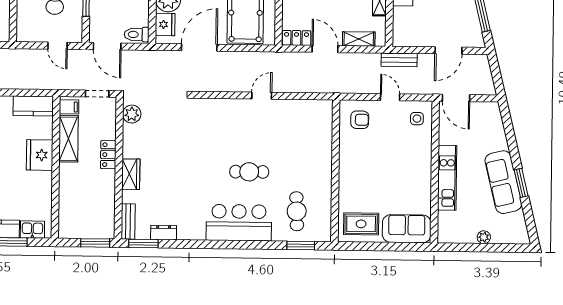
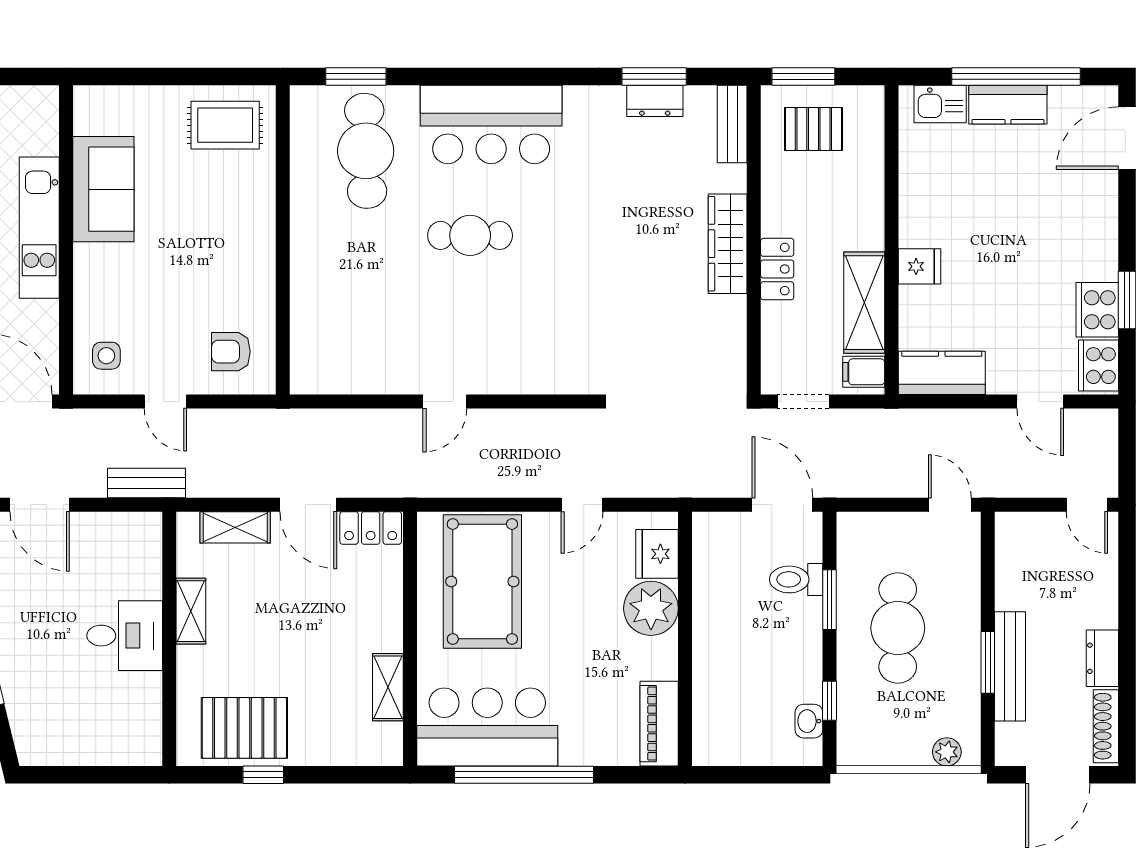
toilet: (137, 34) -> (796, 579), moved, turned 180
door: (57, 46) -> (950, 505), moved
door: (199, 47) -> (582, 505), width x0.53
door: (448, 50) -> (40, 505), swing flipped
plant: (132, 114) -> (727, 358), removed
fridge: (40, 155) -> (919, 266), width x0.53, depth x0.75
wardrobe: (131, 174) -> (728, 244), width x1.50
cafe table: (297, 211) -> (366, 151), width x1.37, depth x1.35
pallet: (91, 219) -> (813, 129), added
sofa: (407, 229) -> (103, 189), moved, turned -90
window: (143, 244) -> (654, 77), moved

